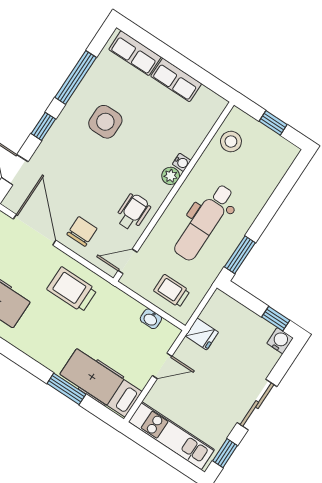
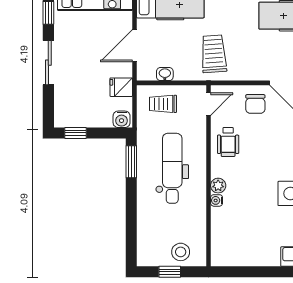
row of seats: (176, 80) -> (259, 257), removed
stool: (231, 142) -> (181, 252), moved
trolley: (72, 289) -> (214, 54), moved, turned -94
trolley: (172, 291) -> (163, 104), turned 180
water cooler: (280, 341) -> (122, 119), moved
door: (162, 366) -> (135, 46), width x1.38

